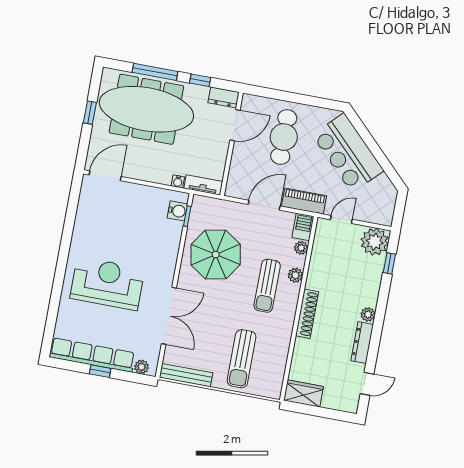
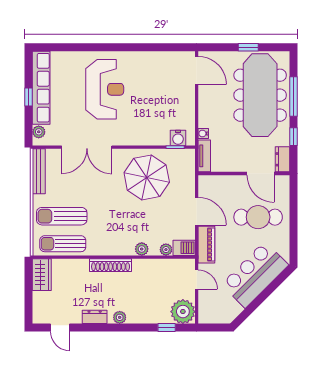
sun lounger: (267, 286) -> (63, 244), moved
dresser: (362, 343) -> (95, 317), width x0.70

